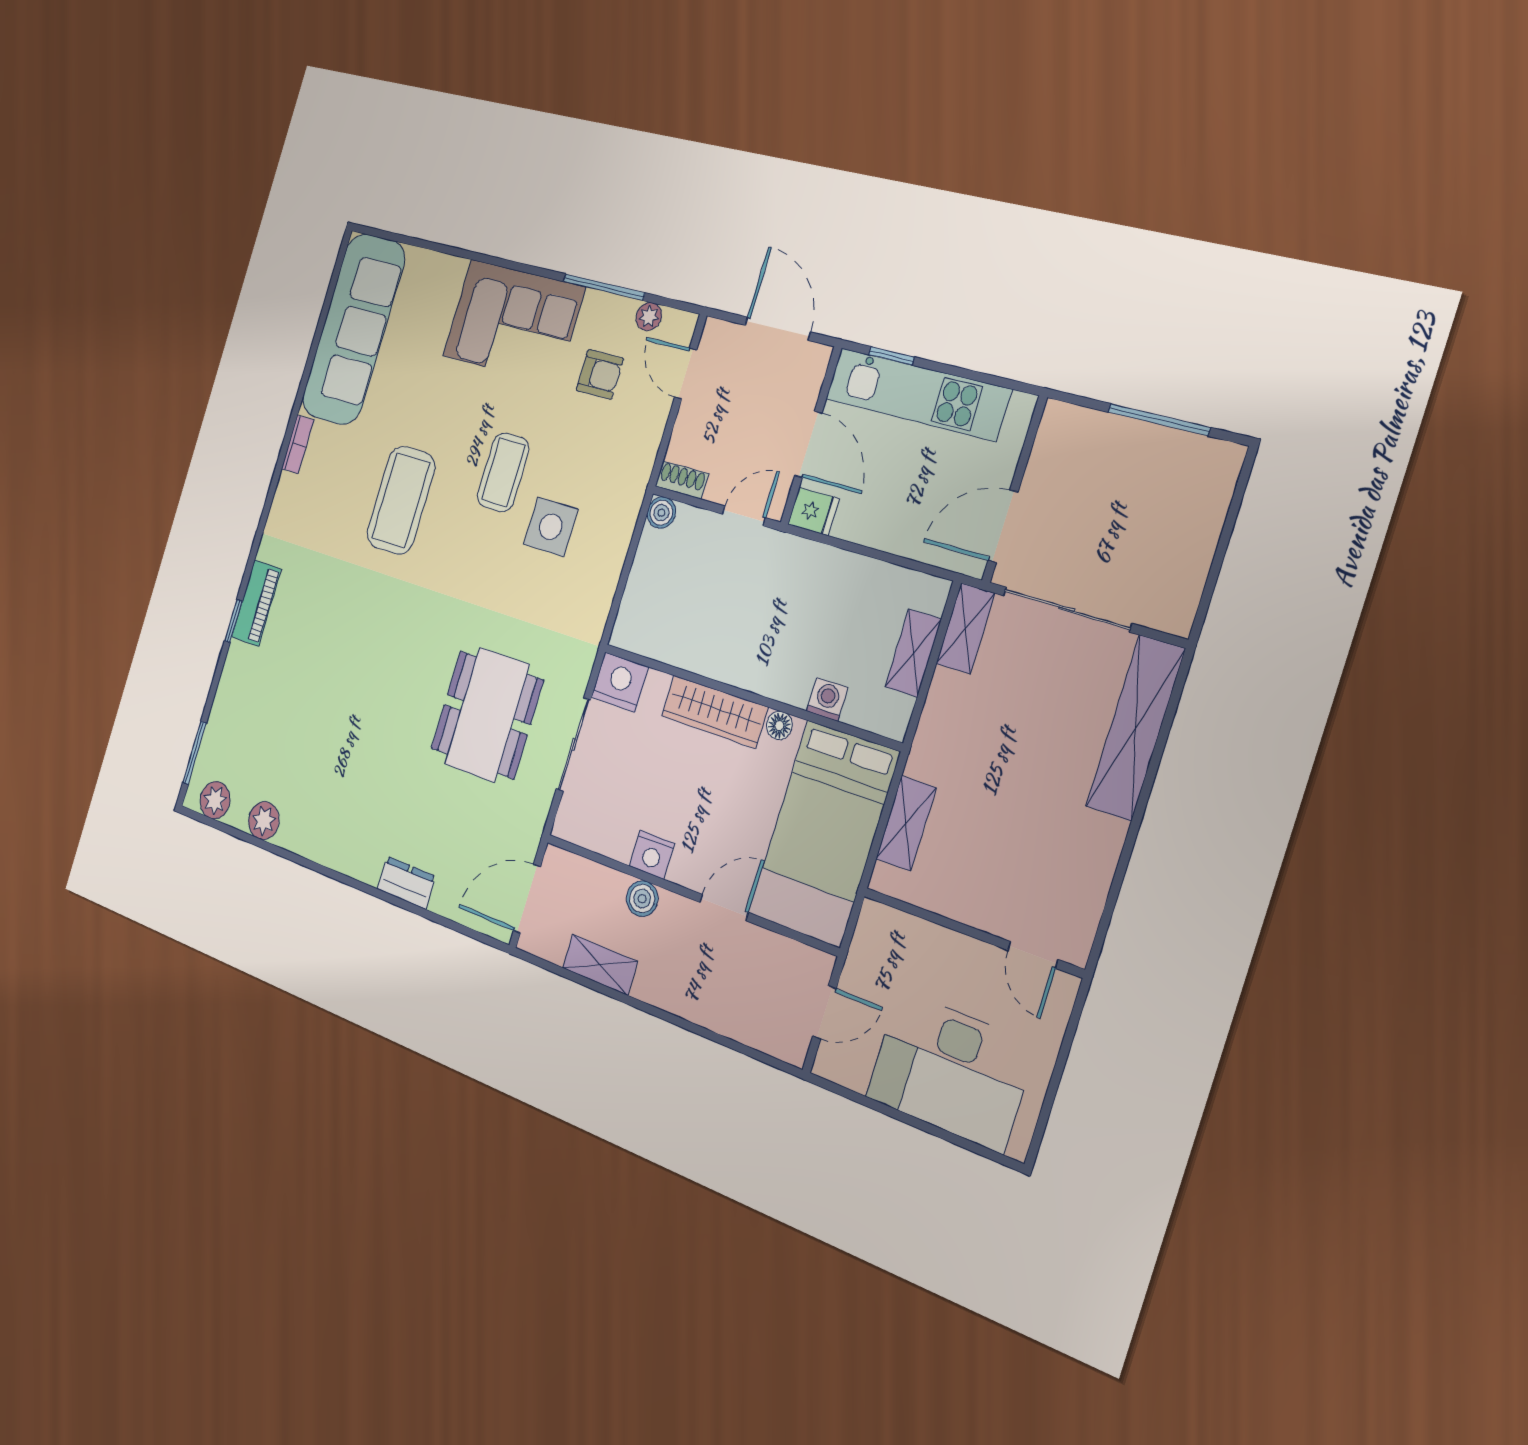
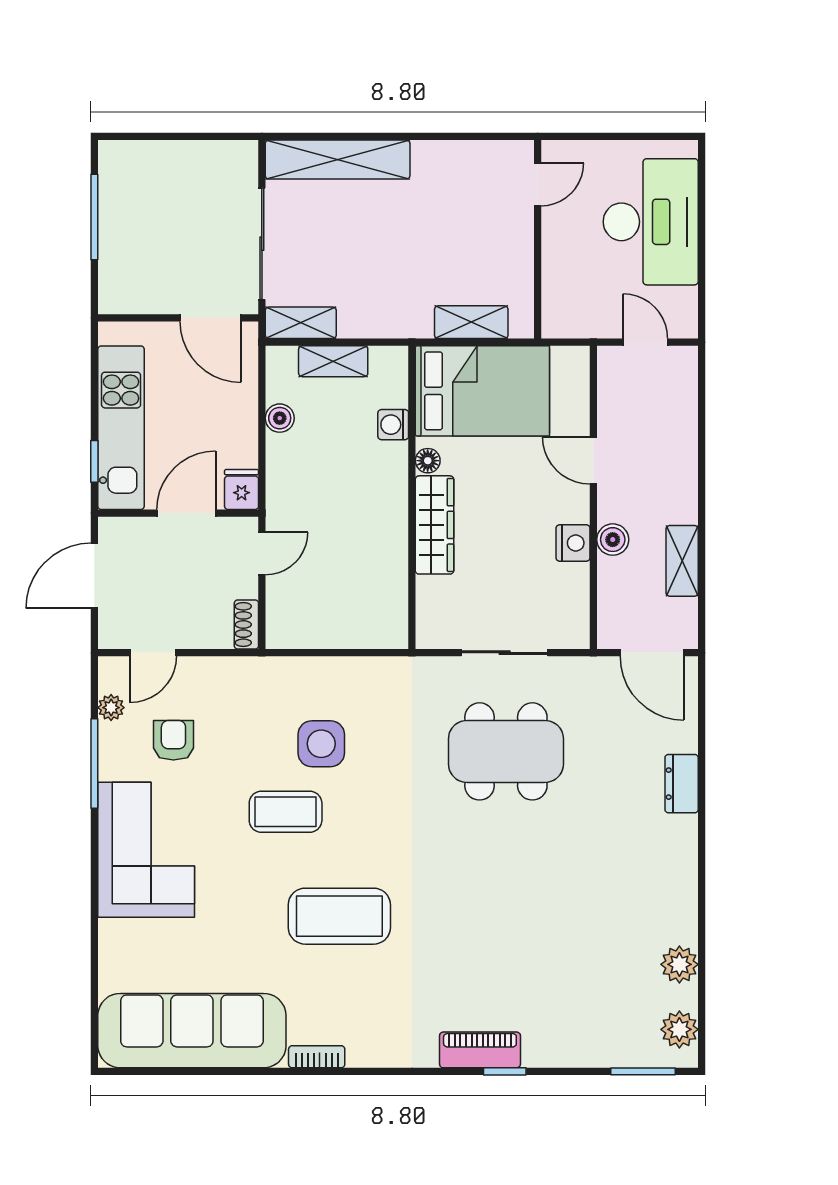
boiler: (661, 513) -> (280, 418), moved
door: (744, 516) -> (262, 553), swing flipped
nightstand: (620, 682) -> (437, 625), removed

